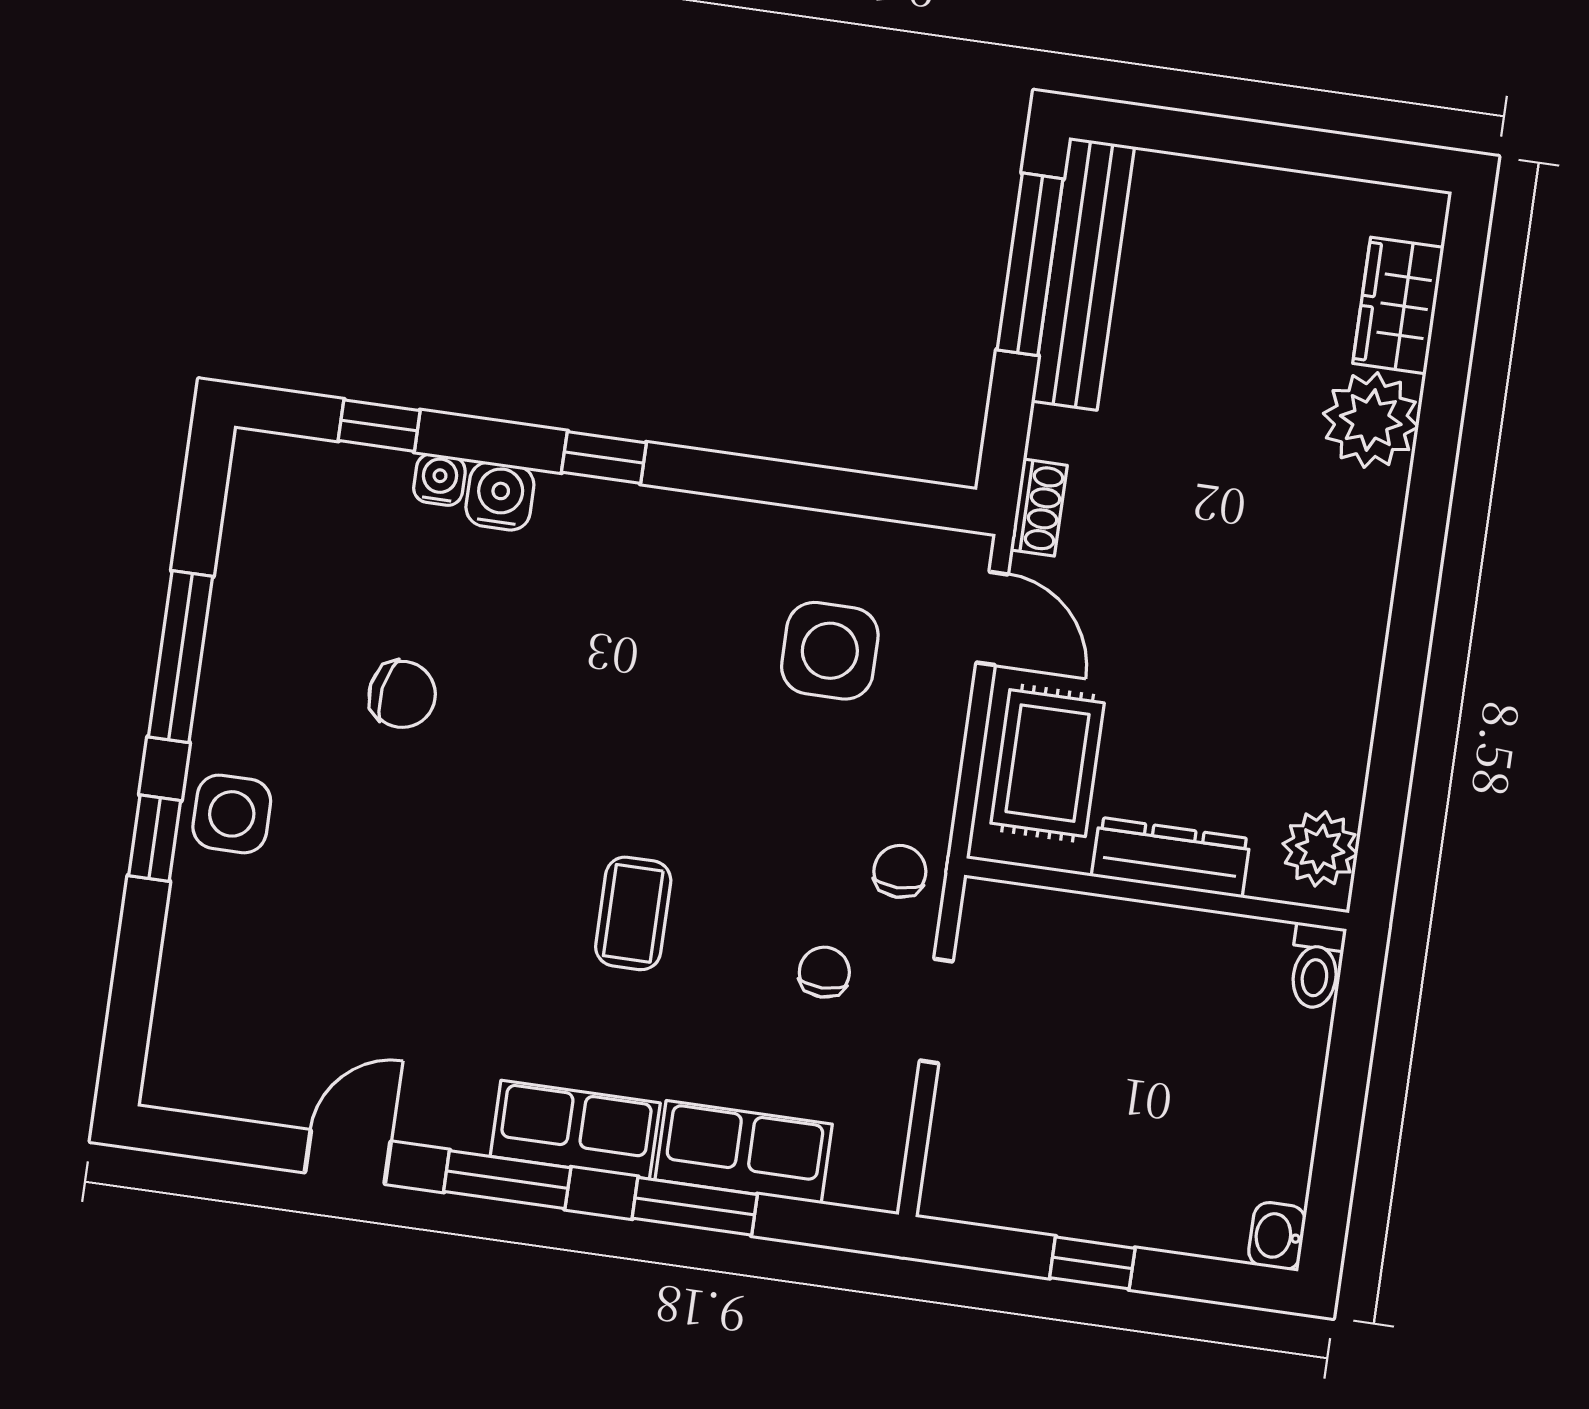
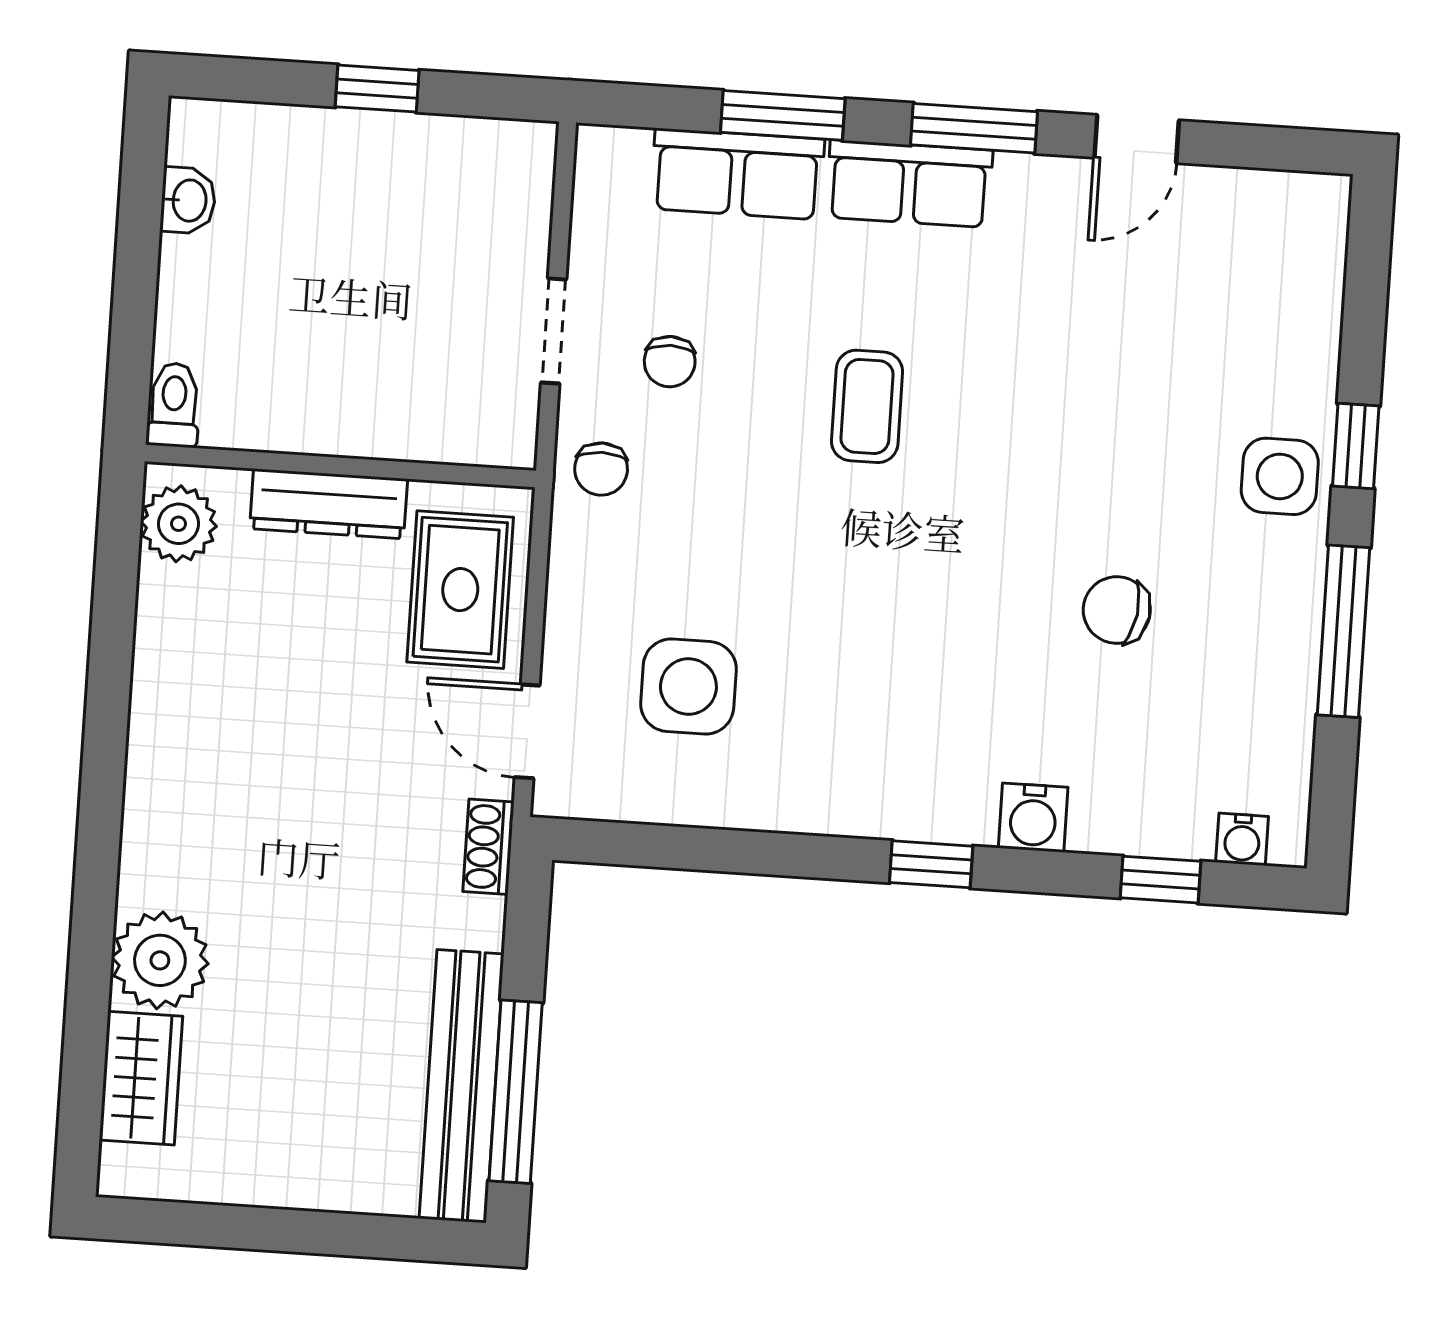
water cooler: (439, 480) -> (1242, 839), moved
washbasin: (1277, 1236) -> (188, 200), moved

